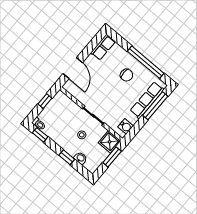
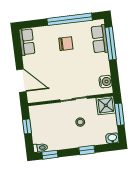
row of seats: (147, 100) -> (100, 39), width x0.68
washbasin: (80, 158) -> (112, 138), moved

